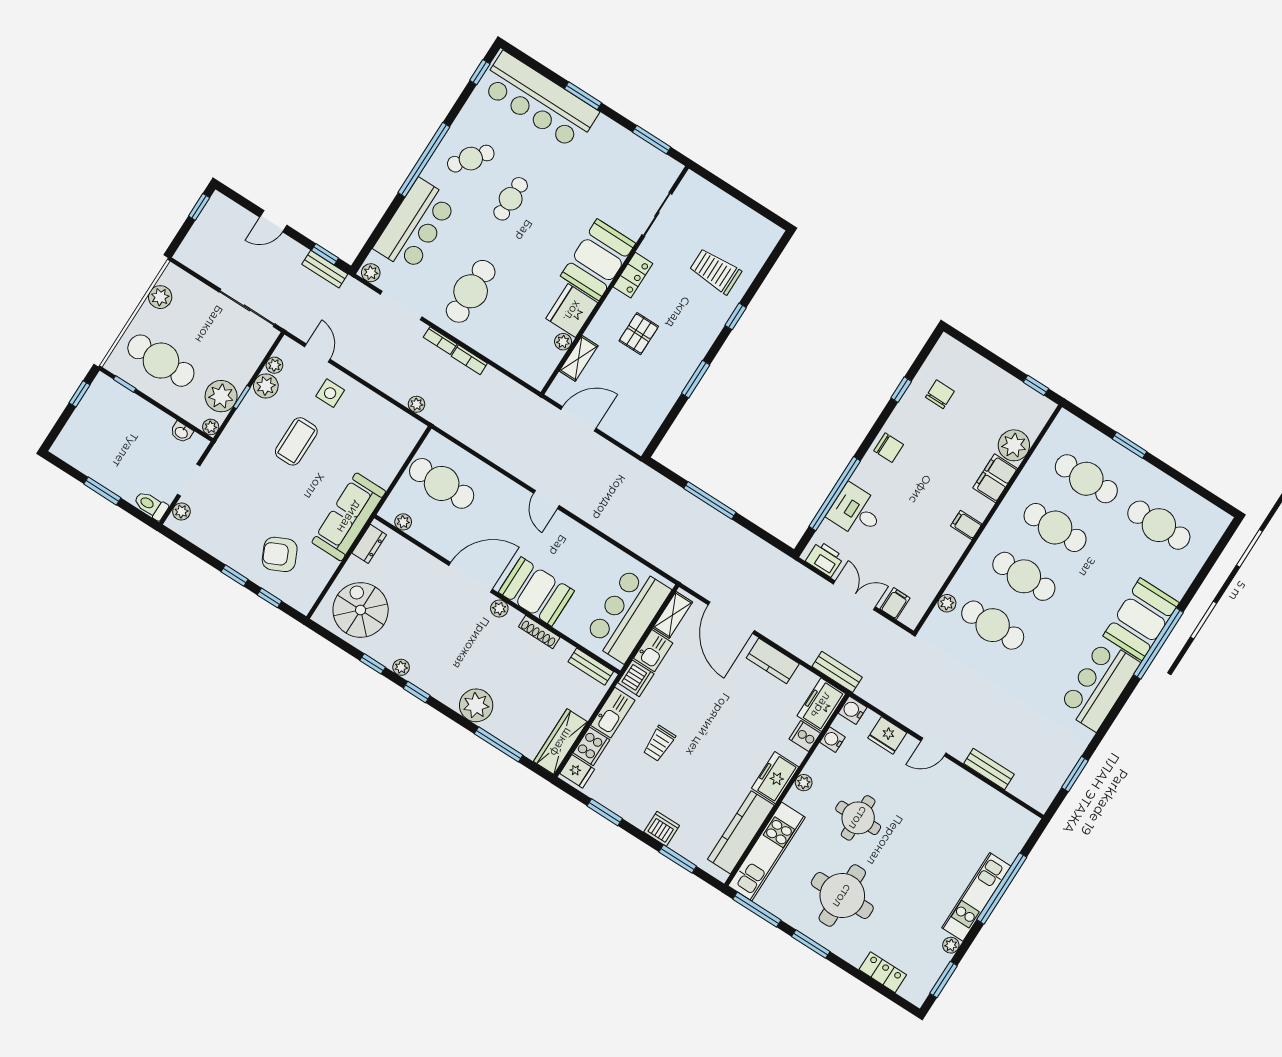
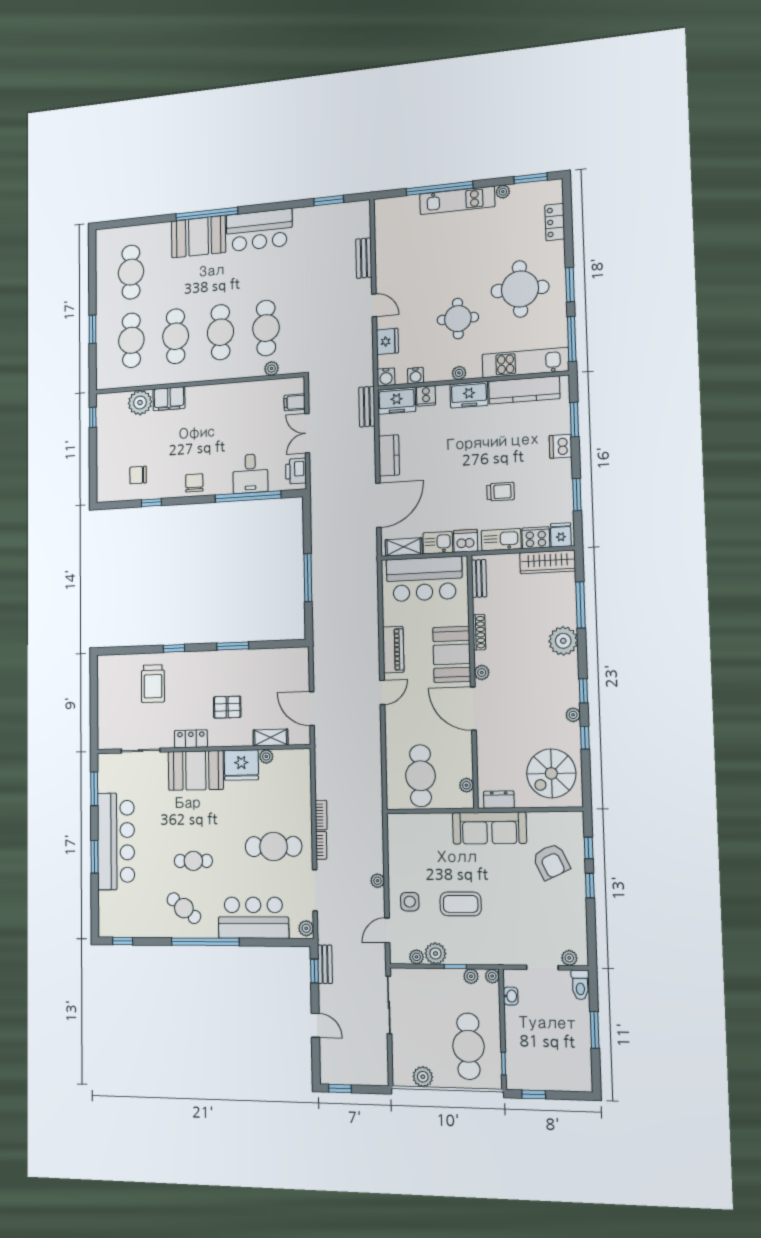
bar counter: (539, 100) -> (116, 841), moved
plant: (221, 396) -> (471, 976), width x0.53, depth x0.53
plant: (417, 404) -> (378, 881), moved
filing cabinet: (966, 525) -> (212, 394), removed
piano: (580, 538) -> (393, 650), added

